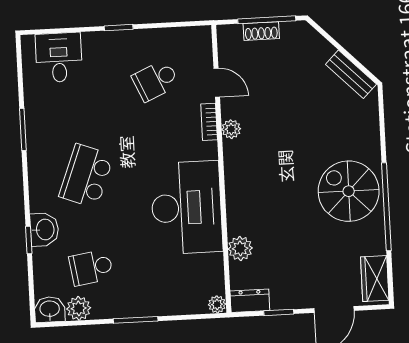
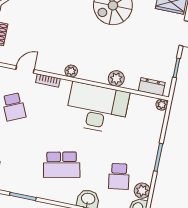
plant: (231, 129) -> (71, 71), moved
school desk: (86, 176) -> (62, 165), turned -33
plant: (240, 248) -> (116, 78), moved
dresser: (250, 301) -> (152, 87), moved, turned 90

